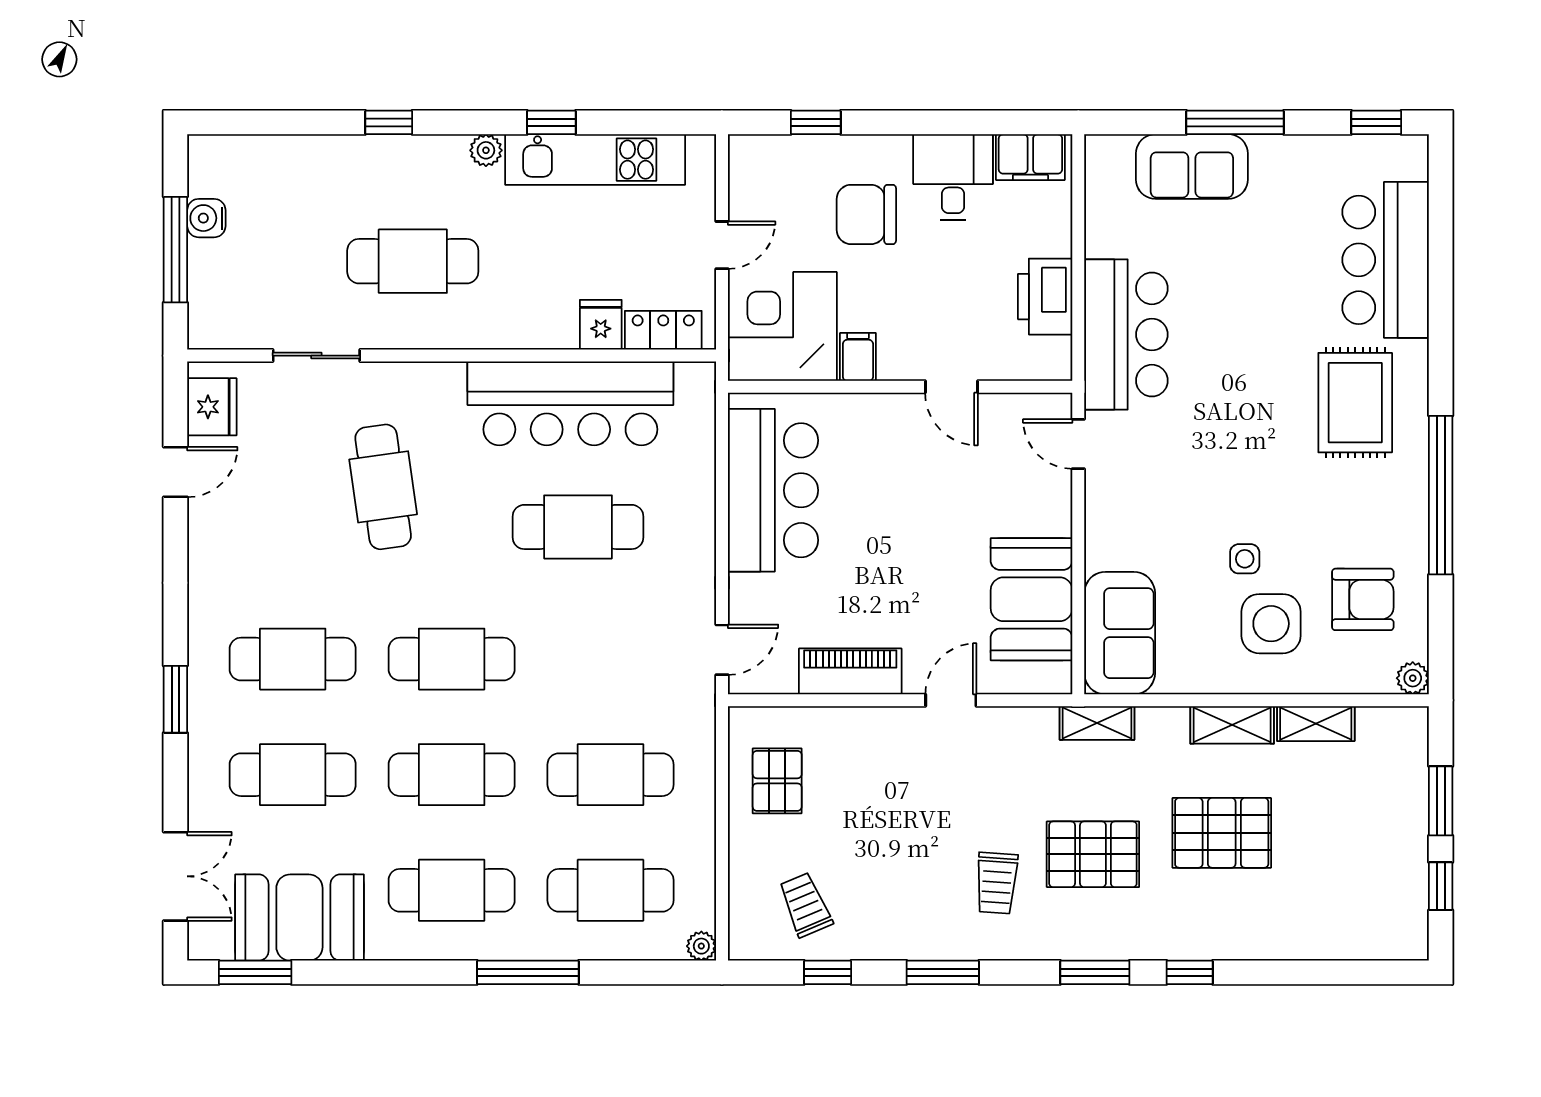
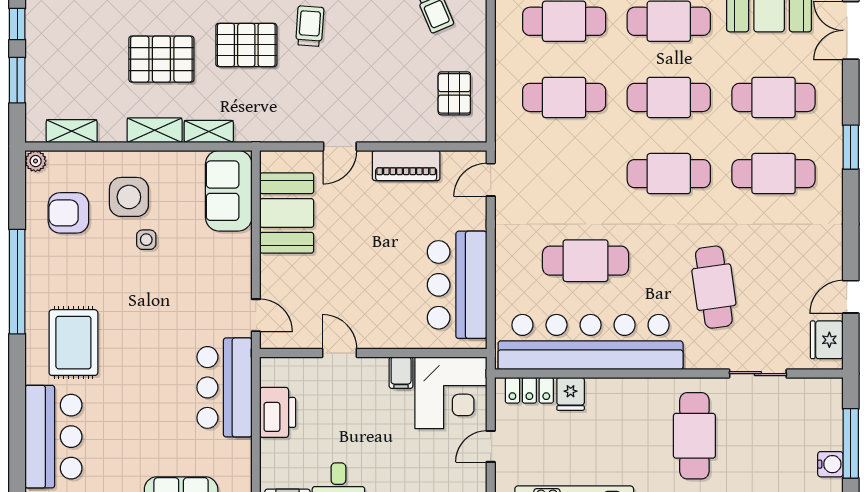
chair: (866, 214) -> (396, 467), removed
cafe table: (413, 261) -> (694, 436), turned 90
bar counter: (570, 403) -> (591, 342), width x1.36
shelving: (1097, 723) -> (209, 132), moved
shelving: (1316, 724) -> (72, 131), moved

